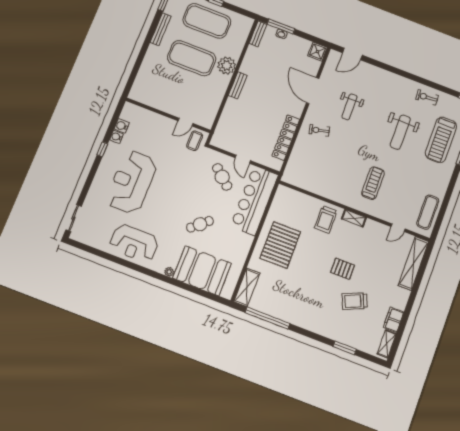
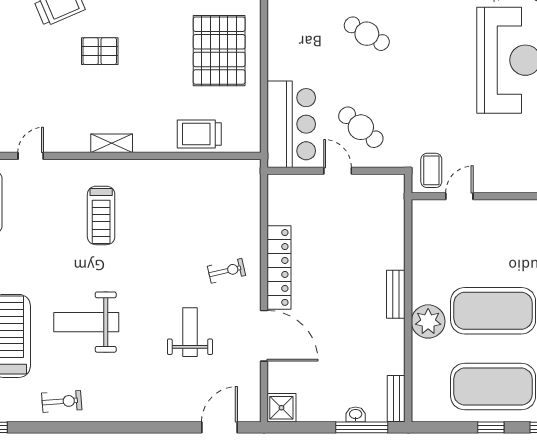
weight bench: (400, 132) -> (86, 322), turned -90
locker: (286, 138) -> (279, 267), moved
bar counter: (254, 200) -> (291, 124), width x0.73
trolley: (326, 219) -> (199, 134), moved, turned -90
cafe table: (200, 224) -> (367, 34), turned 72

